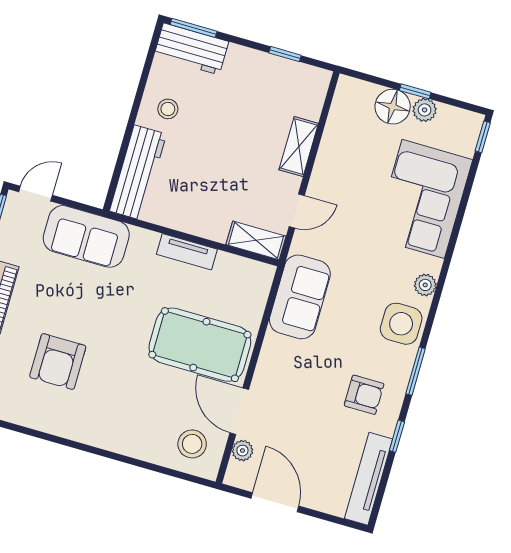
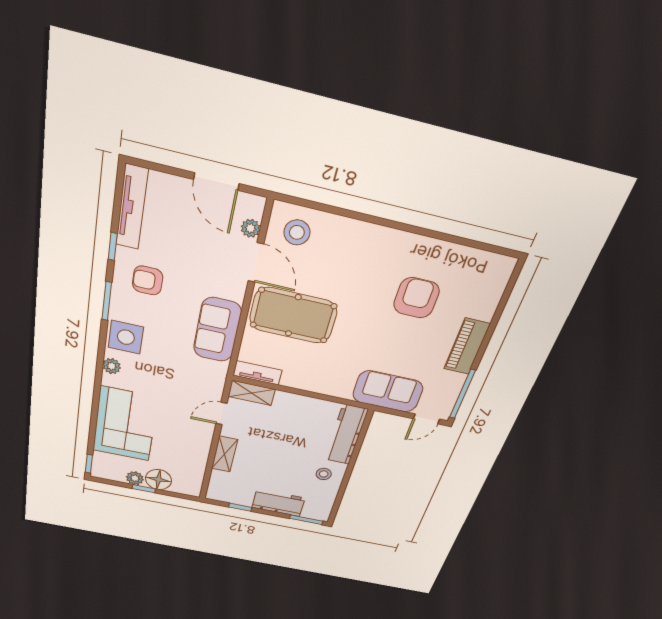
workbench: (191, 49) -> (278, 503), moved
tv unit: (187, 252) -> (257, 373), moved
sofa: (300, 297) -> (217, 330), moved

